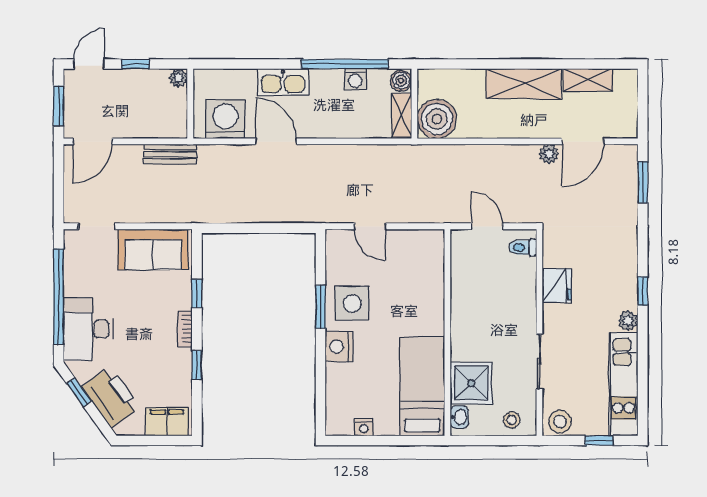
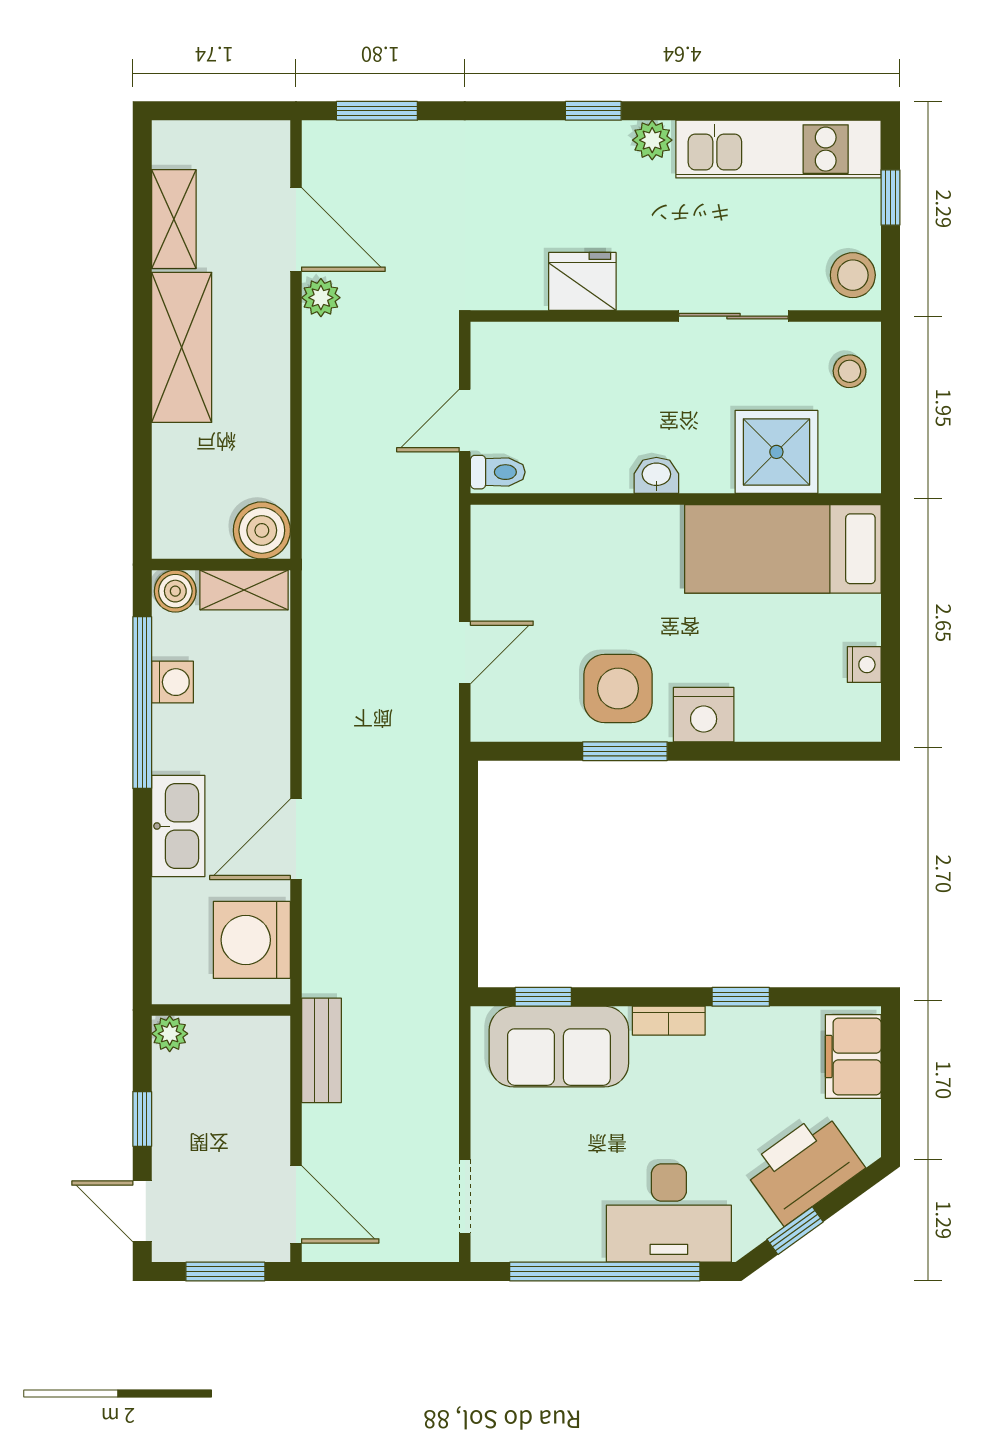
boiler: (437, 119) -> (262, 530), width x0.73, depth x0.73
toilet: (523, 248) -> (498, 472), moved, turned -90
sofa: (153, 249) -> (559, 1047), moved, turned 90
window: (197, 294) -> (543, 997), moved
washbasin: (459, 417) -> (656, 475), moved

